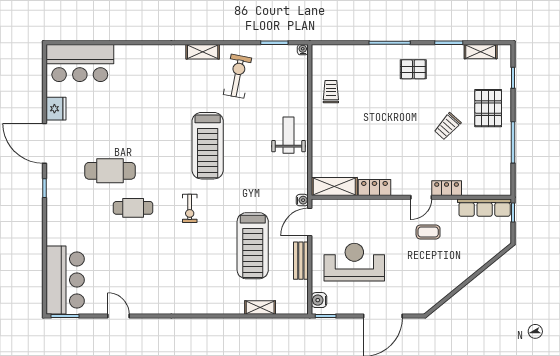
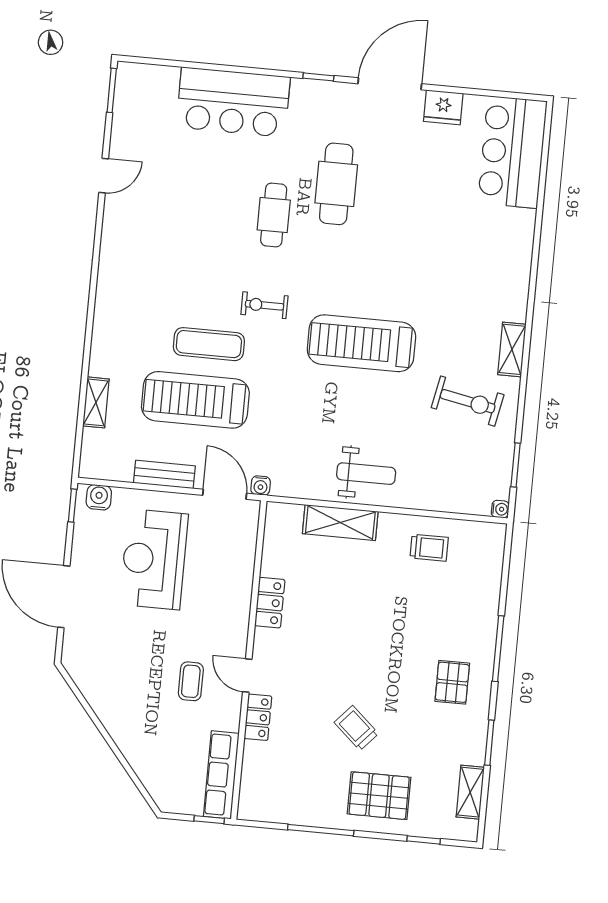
shelving: (334, 186) -> (340, 523), moved, turned 90
exercise mat: (217, 241) -> (209, 344), added
reception desk: (354, 262) -> (154, 559), turned 180
bar counter: (65, 280) -> (233, 102), moved

